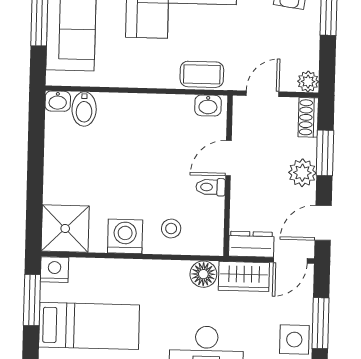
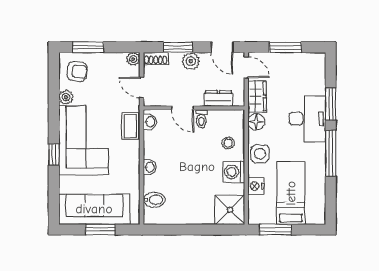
washbasin: (58, 101) -> (150, 167), moved
dresser: (251, 244) -> (218, 98), moved, turned 90
nightstand: (54, 270) -> (256, 186), moved
side table: (294, 340) -> (260, 154), moved

